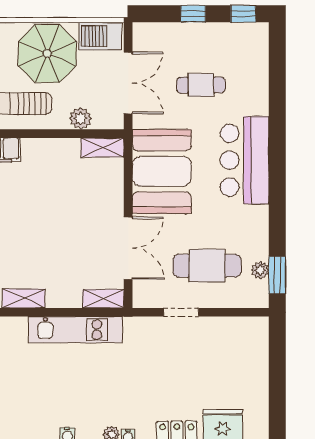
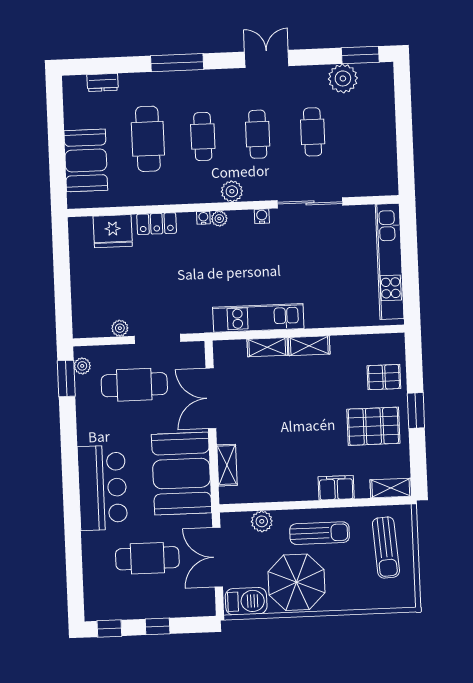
cafe table: (201, 85) -> (147, 558), width x1.37, depth x1.35
shelving: (102, 147) -> (227, 465), moved, turned 90
plant: (260, 270) -> (82, 366), moved
shelving: (103, 299) -> (267, 347), moved
doorway: (181, 312) -> (157, 339), width x1.38
plant: (220, 325) -> (120, 328), added

